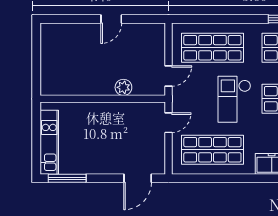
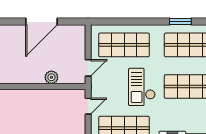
door: (111, 19) -> (42, 22), width x1.88

